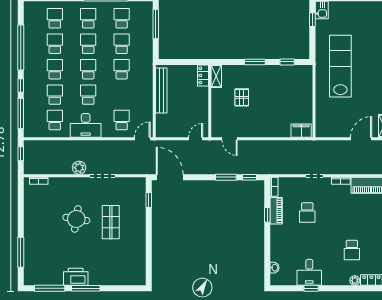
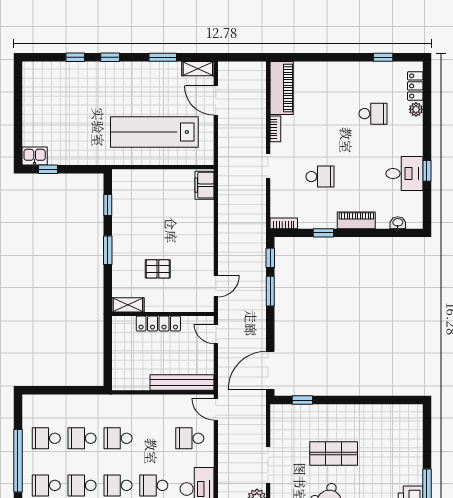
window: (156, 24) -> (54, 390), removed
lab bench: (340, 66) -> (154, 132), moved
locker: (203, 75) -> (158, 324), moved, width x1.53
bench: (161, 91) -> (182, 382), moved
piano: (276, 211) -> (356, 220), moved

